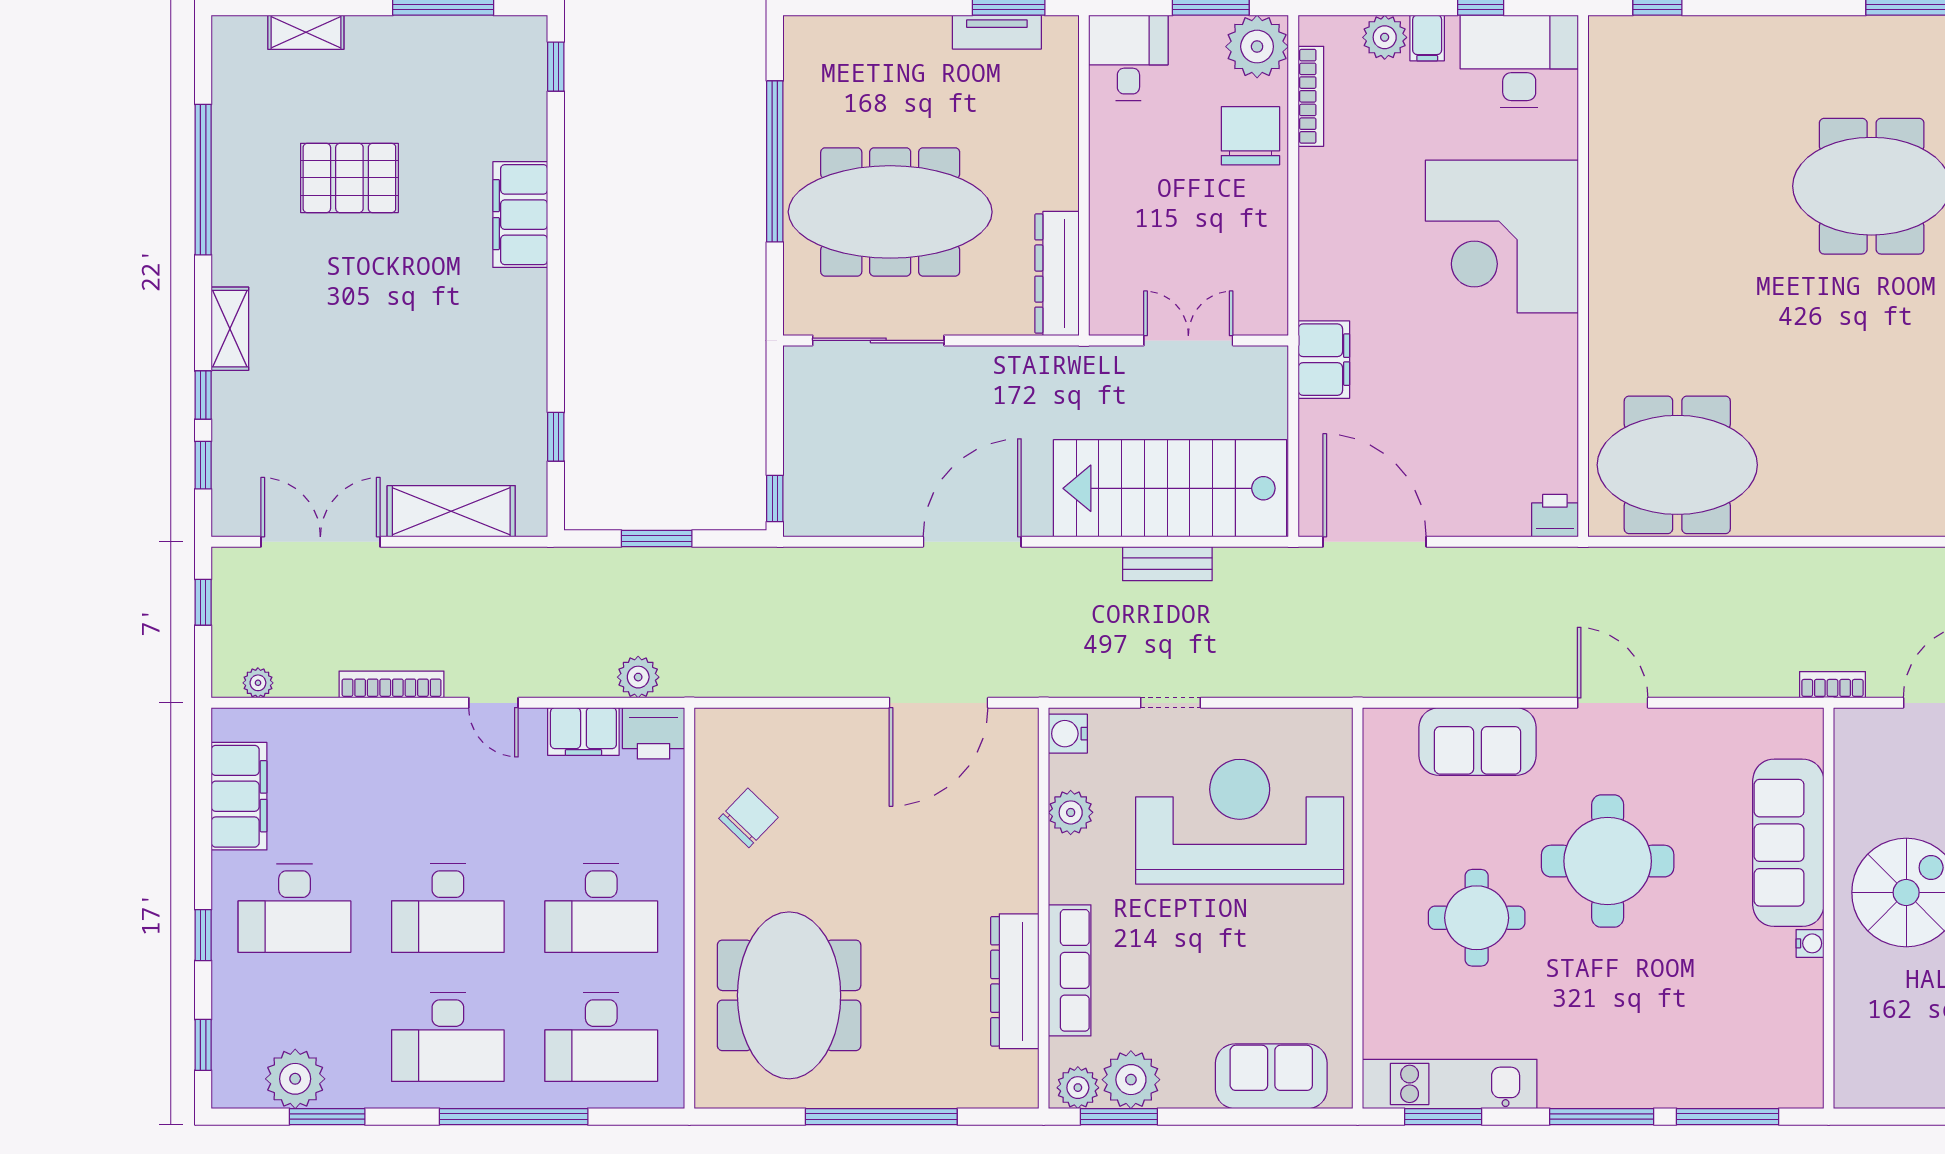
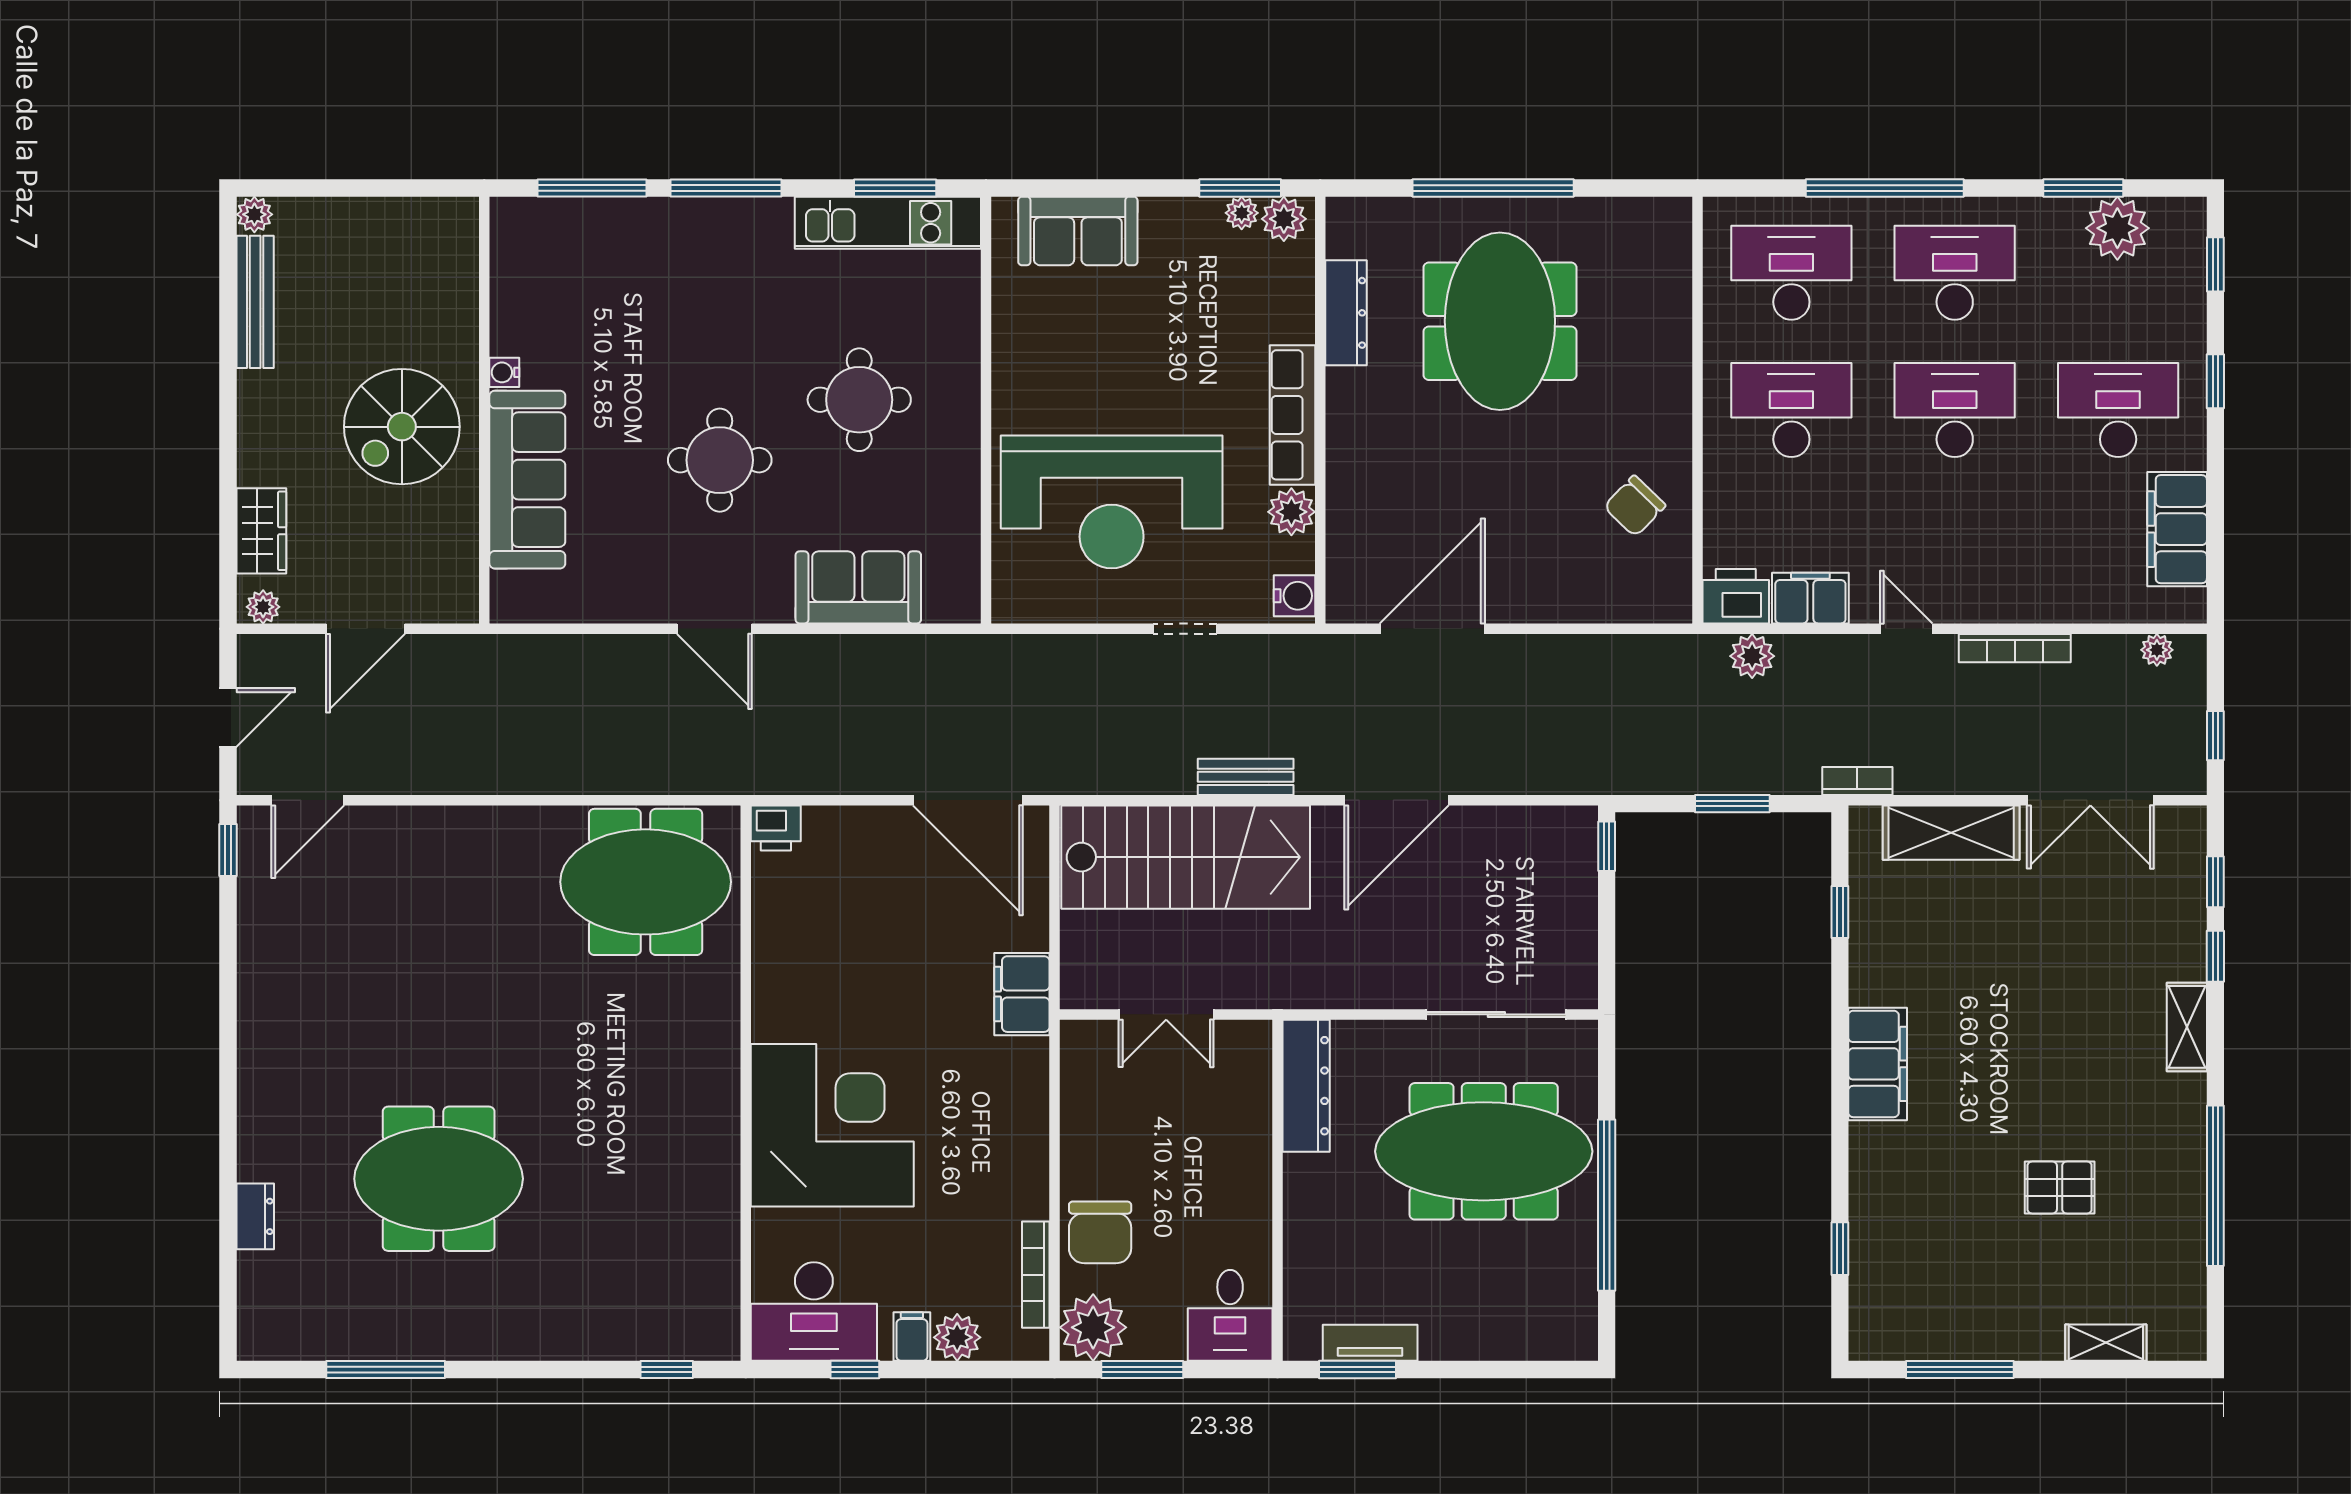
window: (556, 67) -> (1840, 1249), moved
pallet: (349, 178) -> (2060, 1187), width x0.67, depth x0.71
filing cabinet: (520, 215) -> (1878, 1064), moved
bench: (1167, 564) -> (1246, 777), moved
bookcase: (1832, 685) -> (1857, 781), moved, turned 180
round table: (1608, 861) -> (720, 460), width x0.73, depth x0.73
row of seats: (1070, 970) -> (1293, 415), moved
dresser: (1015, 981) -> (1346, 313), width x0.73, depth x0.80
meeting table: (789, 995) -> (1500, 321), moved
plant: (1131, 1080) -> (1242, 213), width x0.53, depth x0.53

